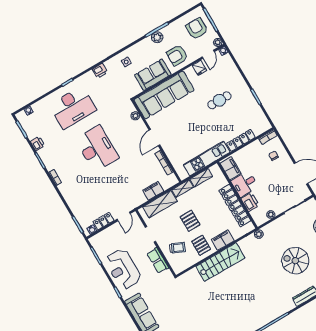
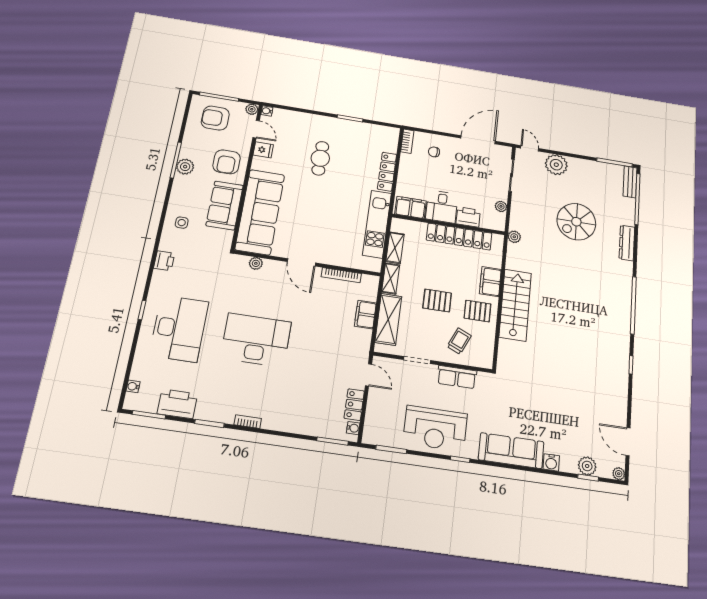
printer: (37, 144) -> (177, 404), width x1.87, depth x1.48

